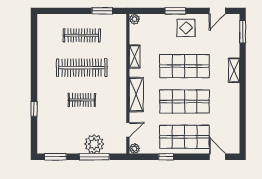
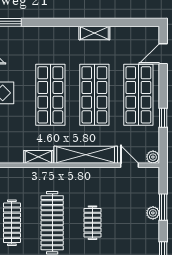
shelving: (234, 70) -> (94, 33), moved
shelving: (136, 95) -> (86, 155), width x1.47
plant: (94, 144) -> (153, 213), width x0.53, depth x0.53
window: (94, 157) -> (163, 207), width x0.69

